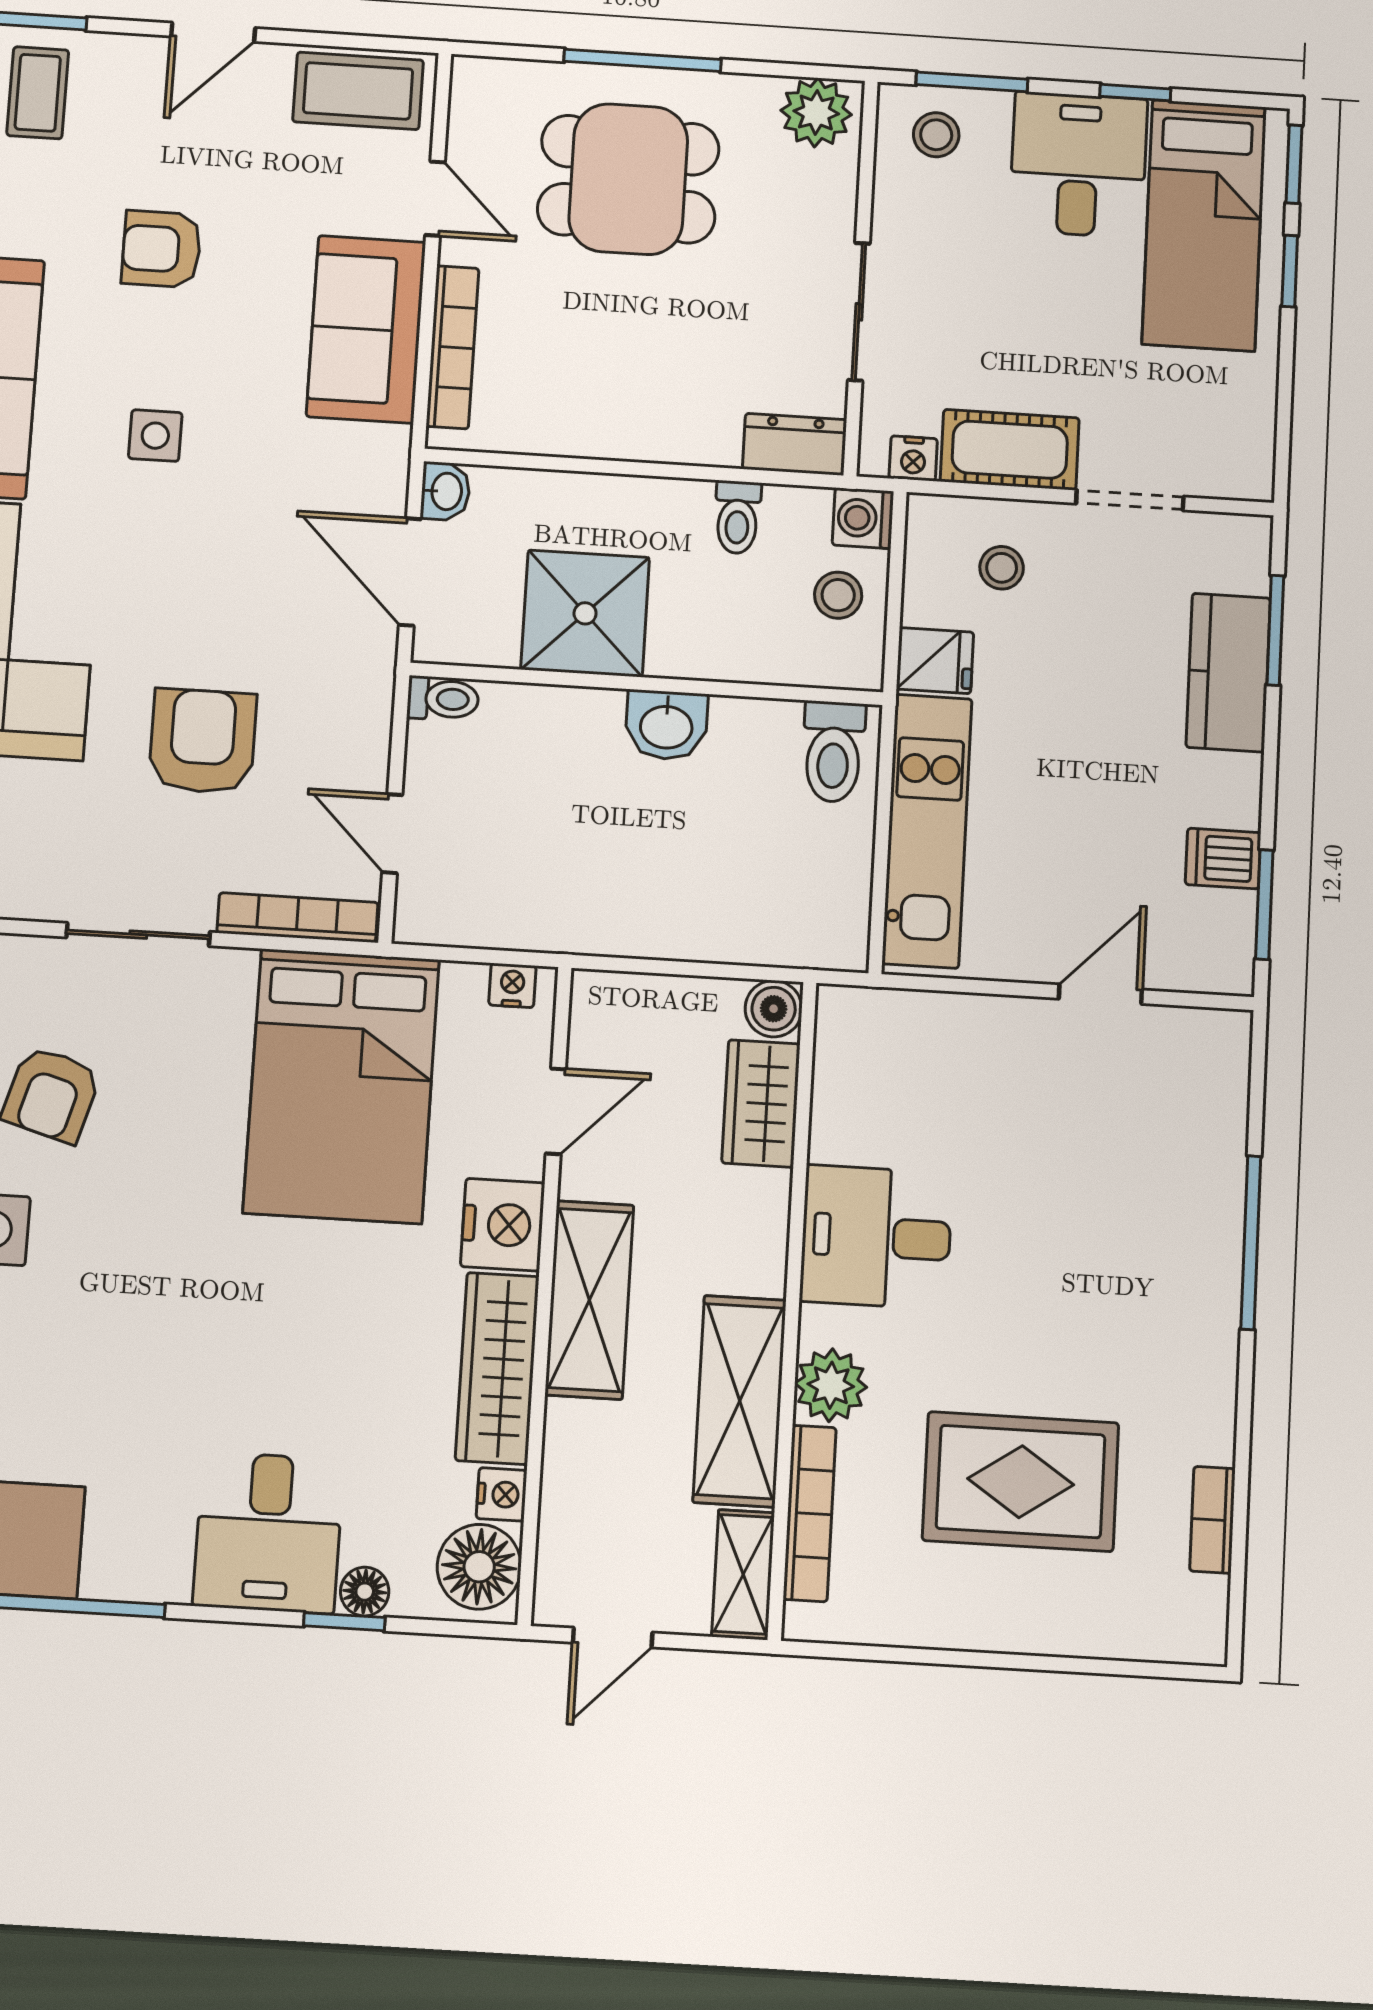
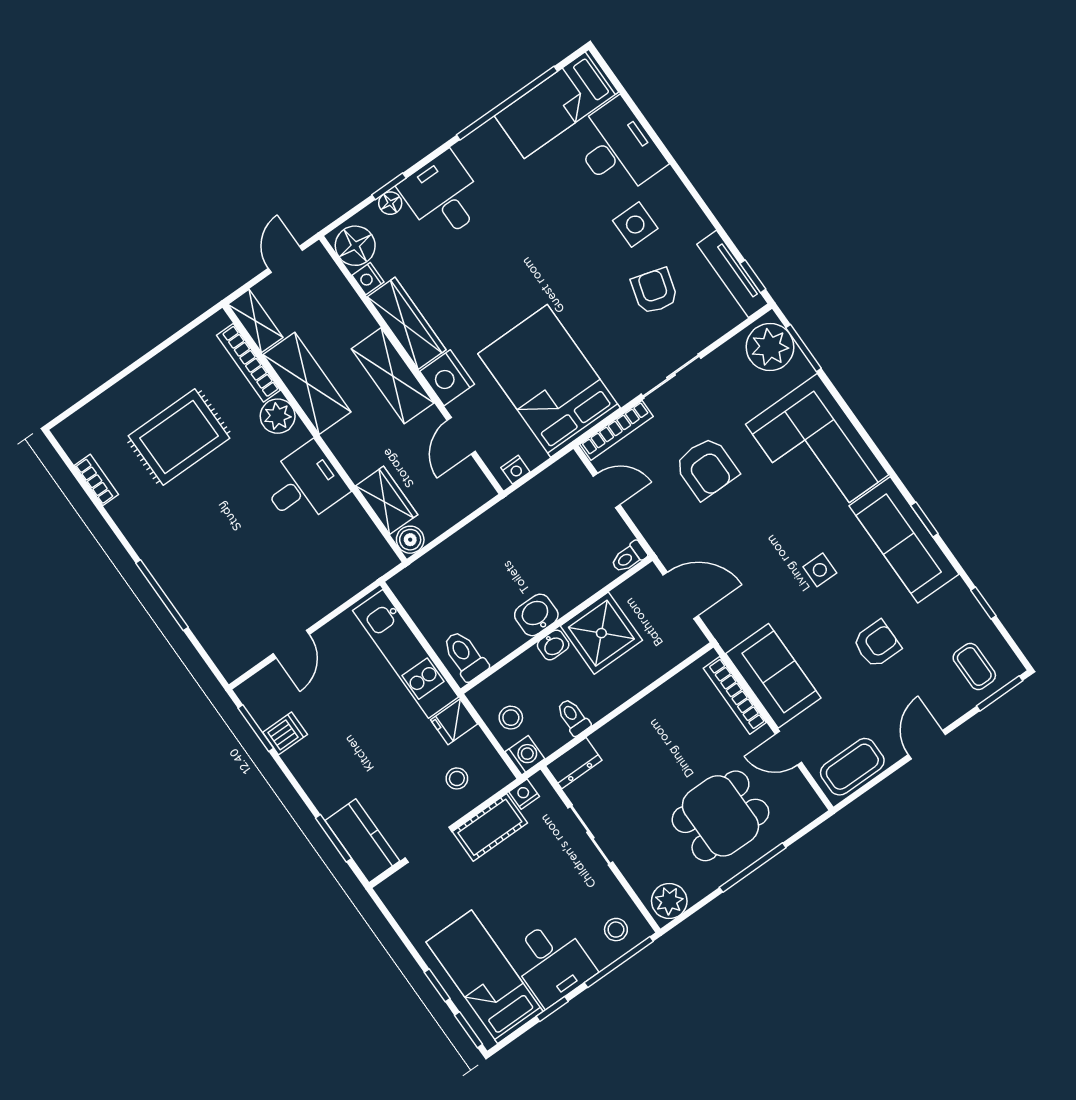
window: (972, 82) -> (619, 962), width x1.44
washbasin: (445, 491) -> (553, 645), moved, turned -90
kitchen counter: (1228, 673) -> (362, 841), moved

